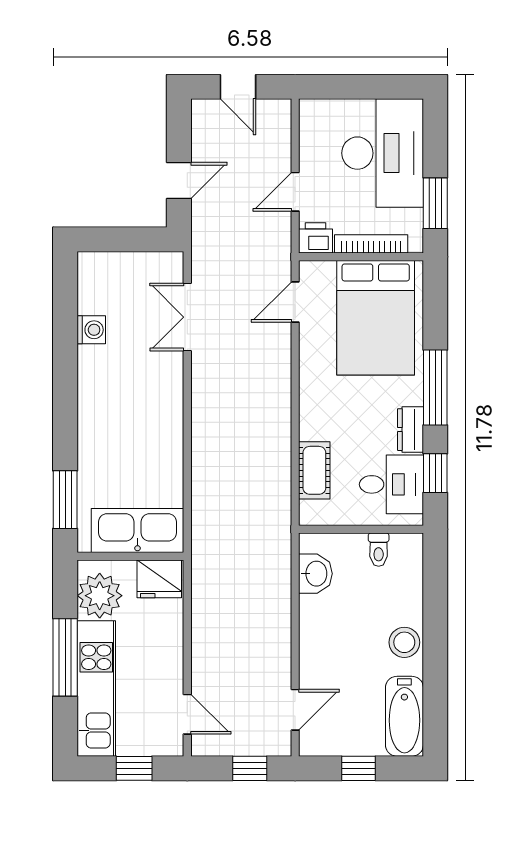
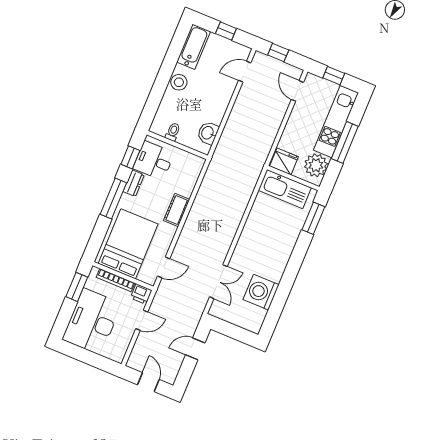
washing machine: (91, 330) -> (261, 292), width x1.89, depth x1.89
cot: (314, 470) -> (177, 210), moved

